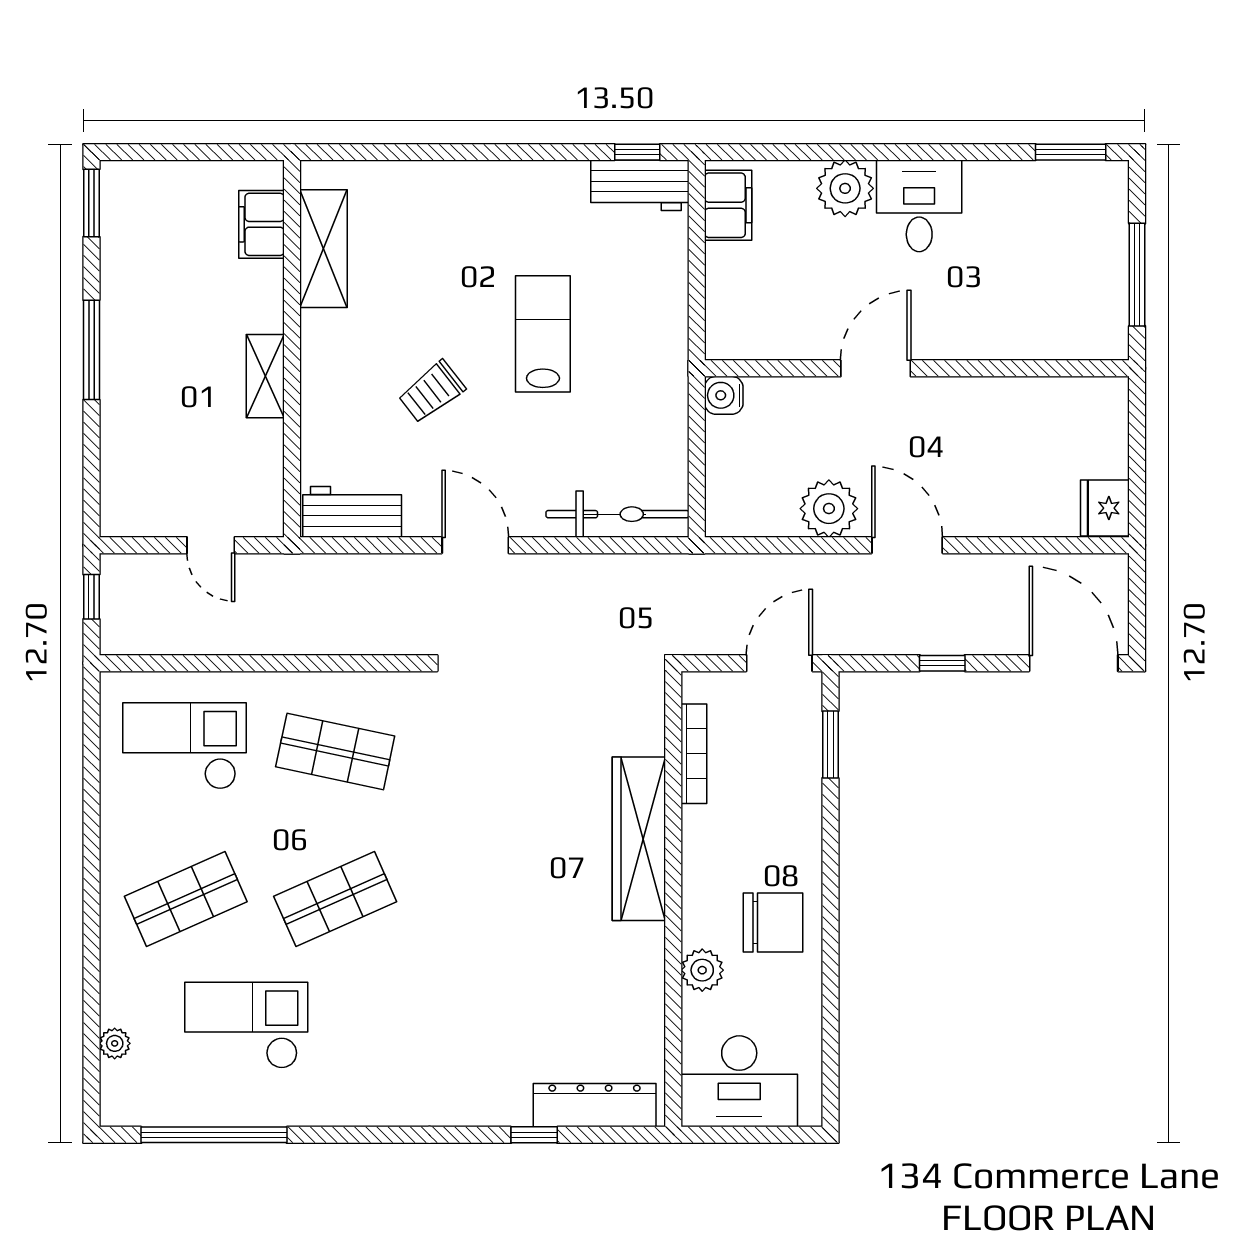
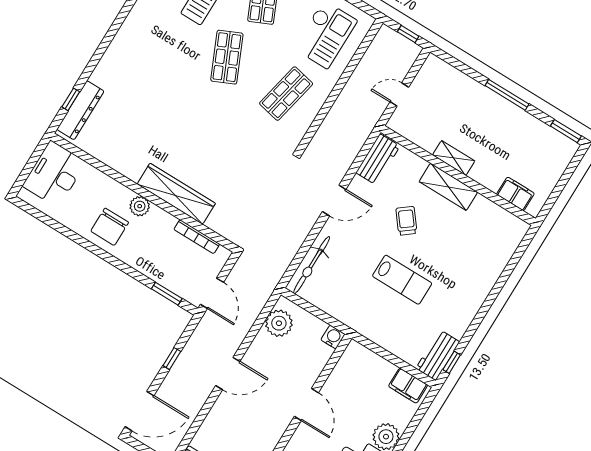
shelving: (323, 249) -> (448, 187), moved
plant: (829, 509) -> (279, 323), moved
plant: (702, 970) -> (140, 206), moved
window: (534, 1135) -> (71, 99), moved

